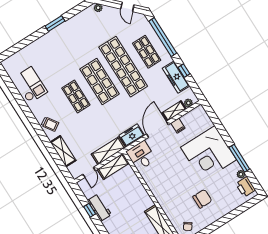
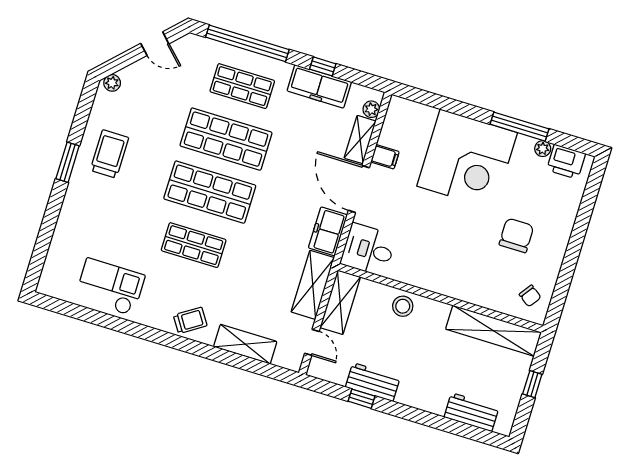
trolley: (74, 34) -> (109, 154), added
shop shelf: (123, 67) -> (226, 139), width x0.71
stool: (136, 188) -> (403, 306), added

